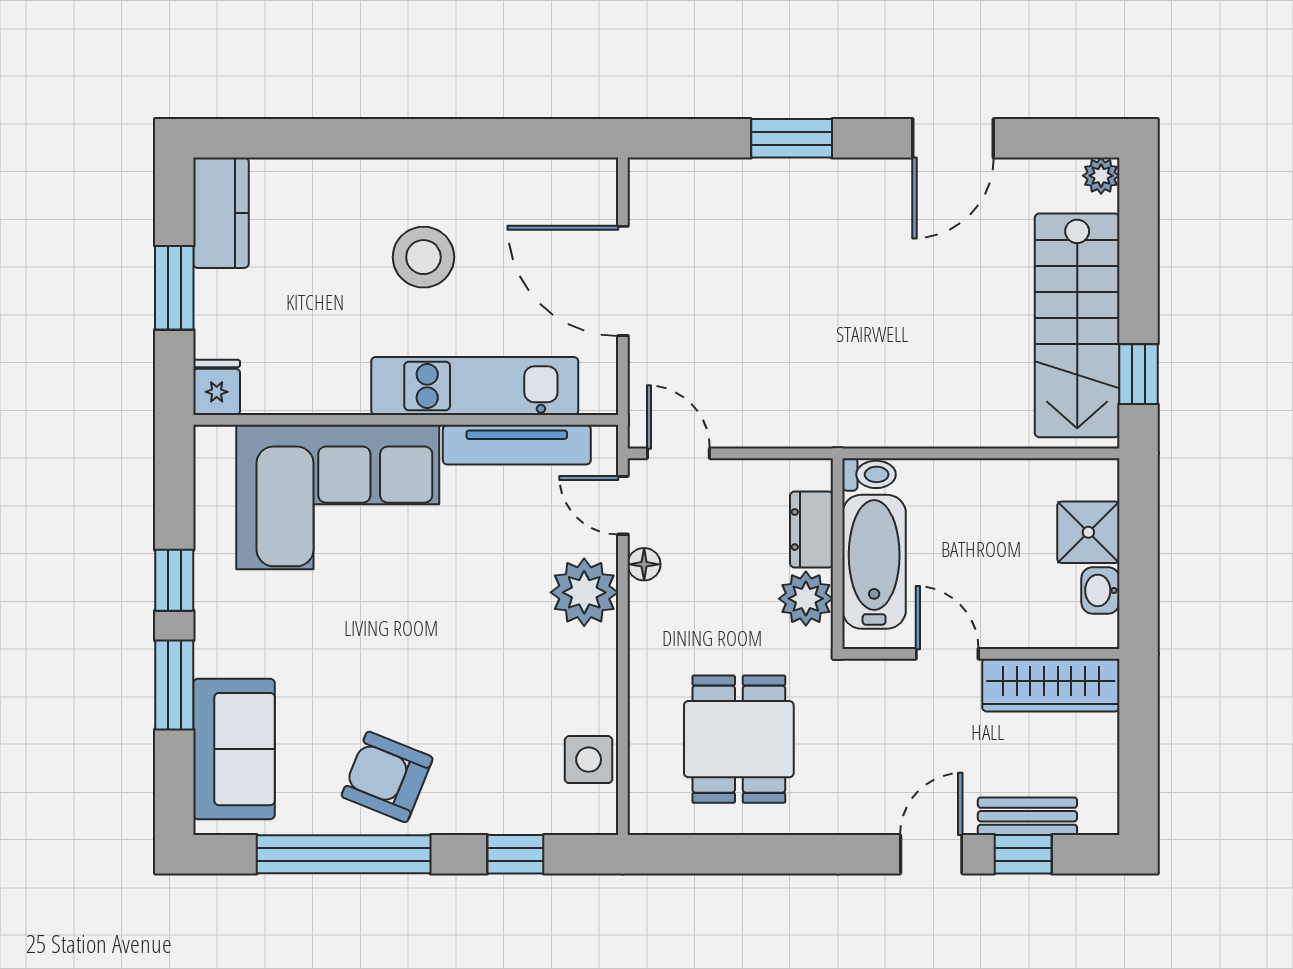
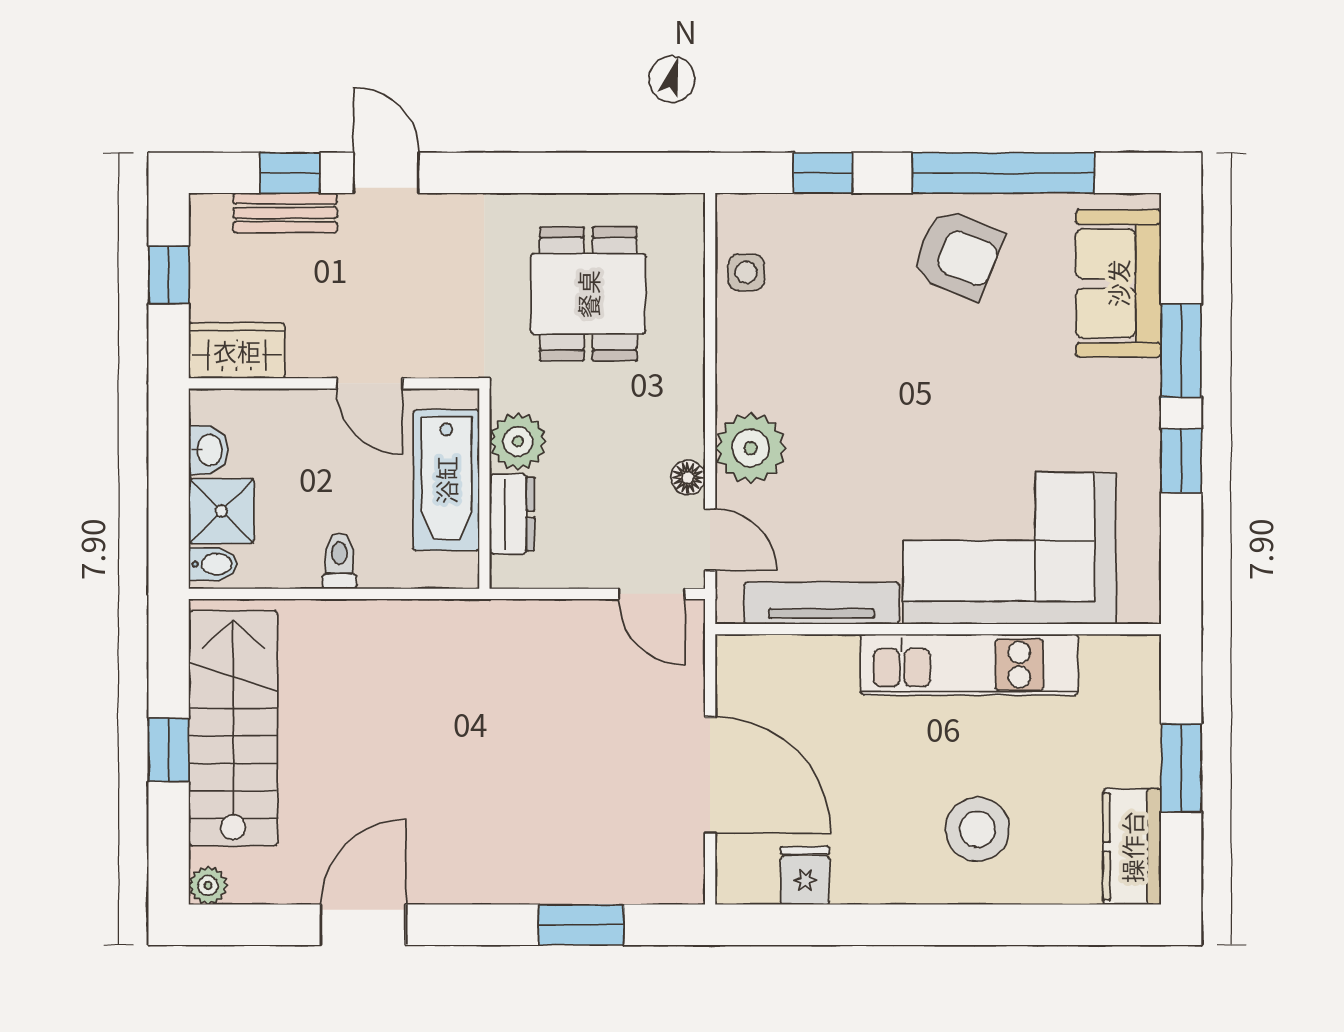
window: (792, 138) -> (581, 925), moved
stool: (423, 257) -> (977, 829), moved
window: (1138, 374) -> (169, 750), moved
kitchen unit: (475, 386) -> (969, 665), moved
fridge: (217, 387) -> (805, 876), moved, turned 180
toilet: (869, 474) -> (339, 561), moved, turned 90
bidet: (1096, 482) -> (213, 564), added
wardrobe: (1051, 685) -> (237, 351), width x0.67
window: (1138, 757) -> (169, 275), added
side table: (589, 760) -> (746, 272), width x0.73, depth x0.73
door: (931, 854) -> (386, 173), swing flipped

